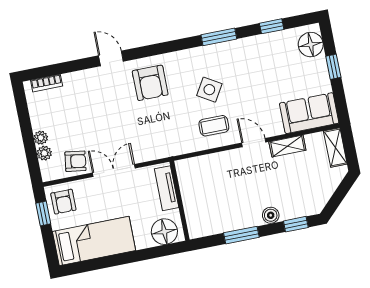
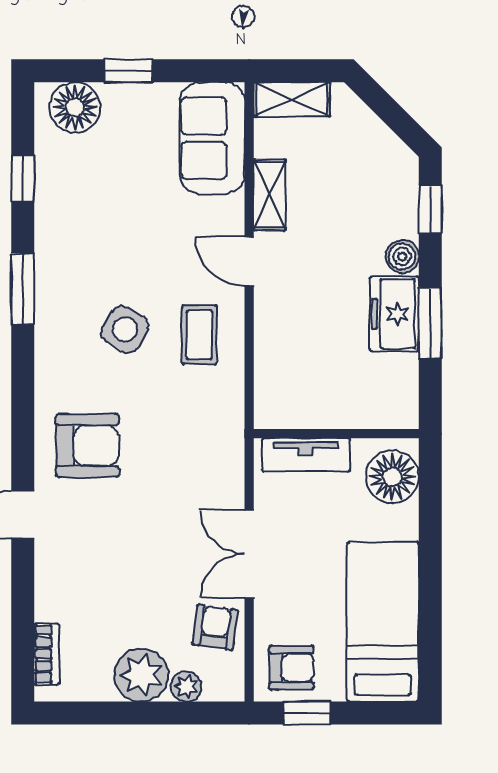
plant: (41, 138) -> (141, 675), width x1.88, depth x1.88
door: (254, 143) -> (249, 261), hinge flipped
freezer: (242, 217) -> (394, 314), added

